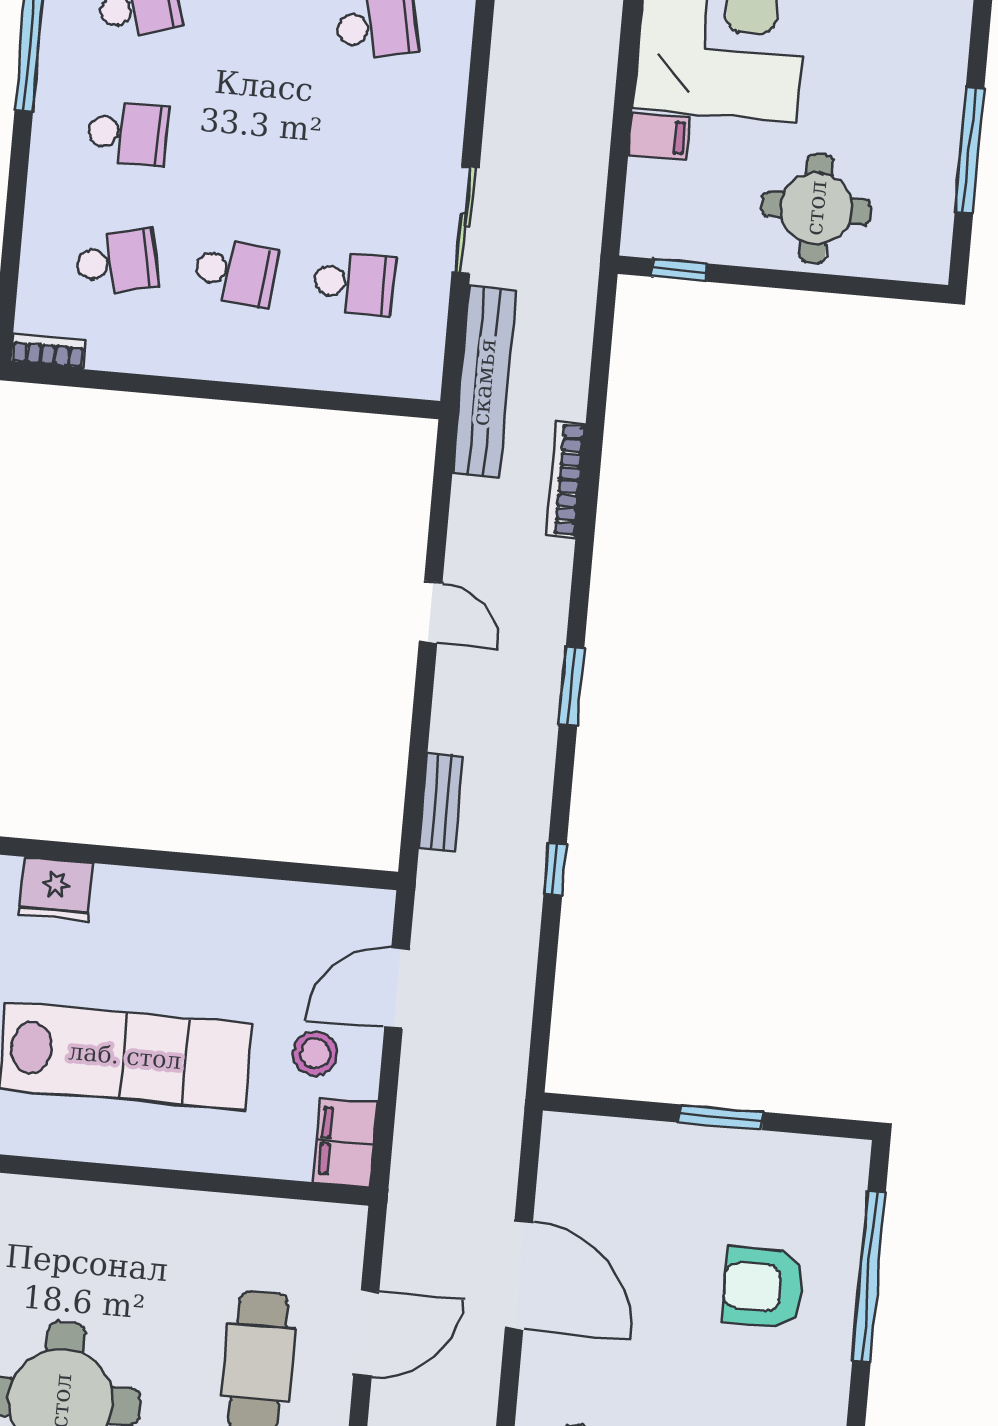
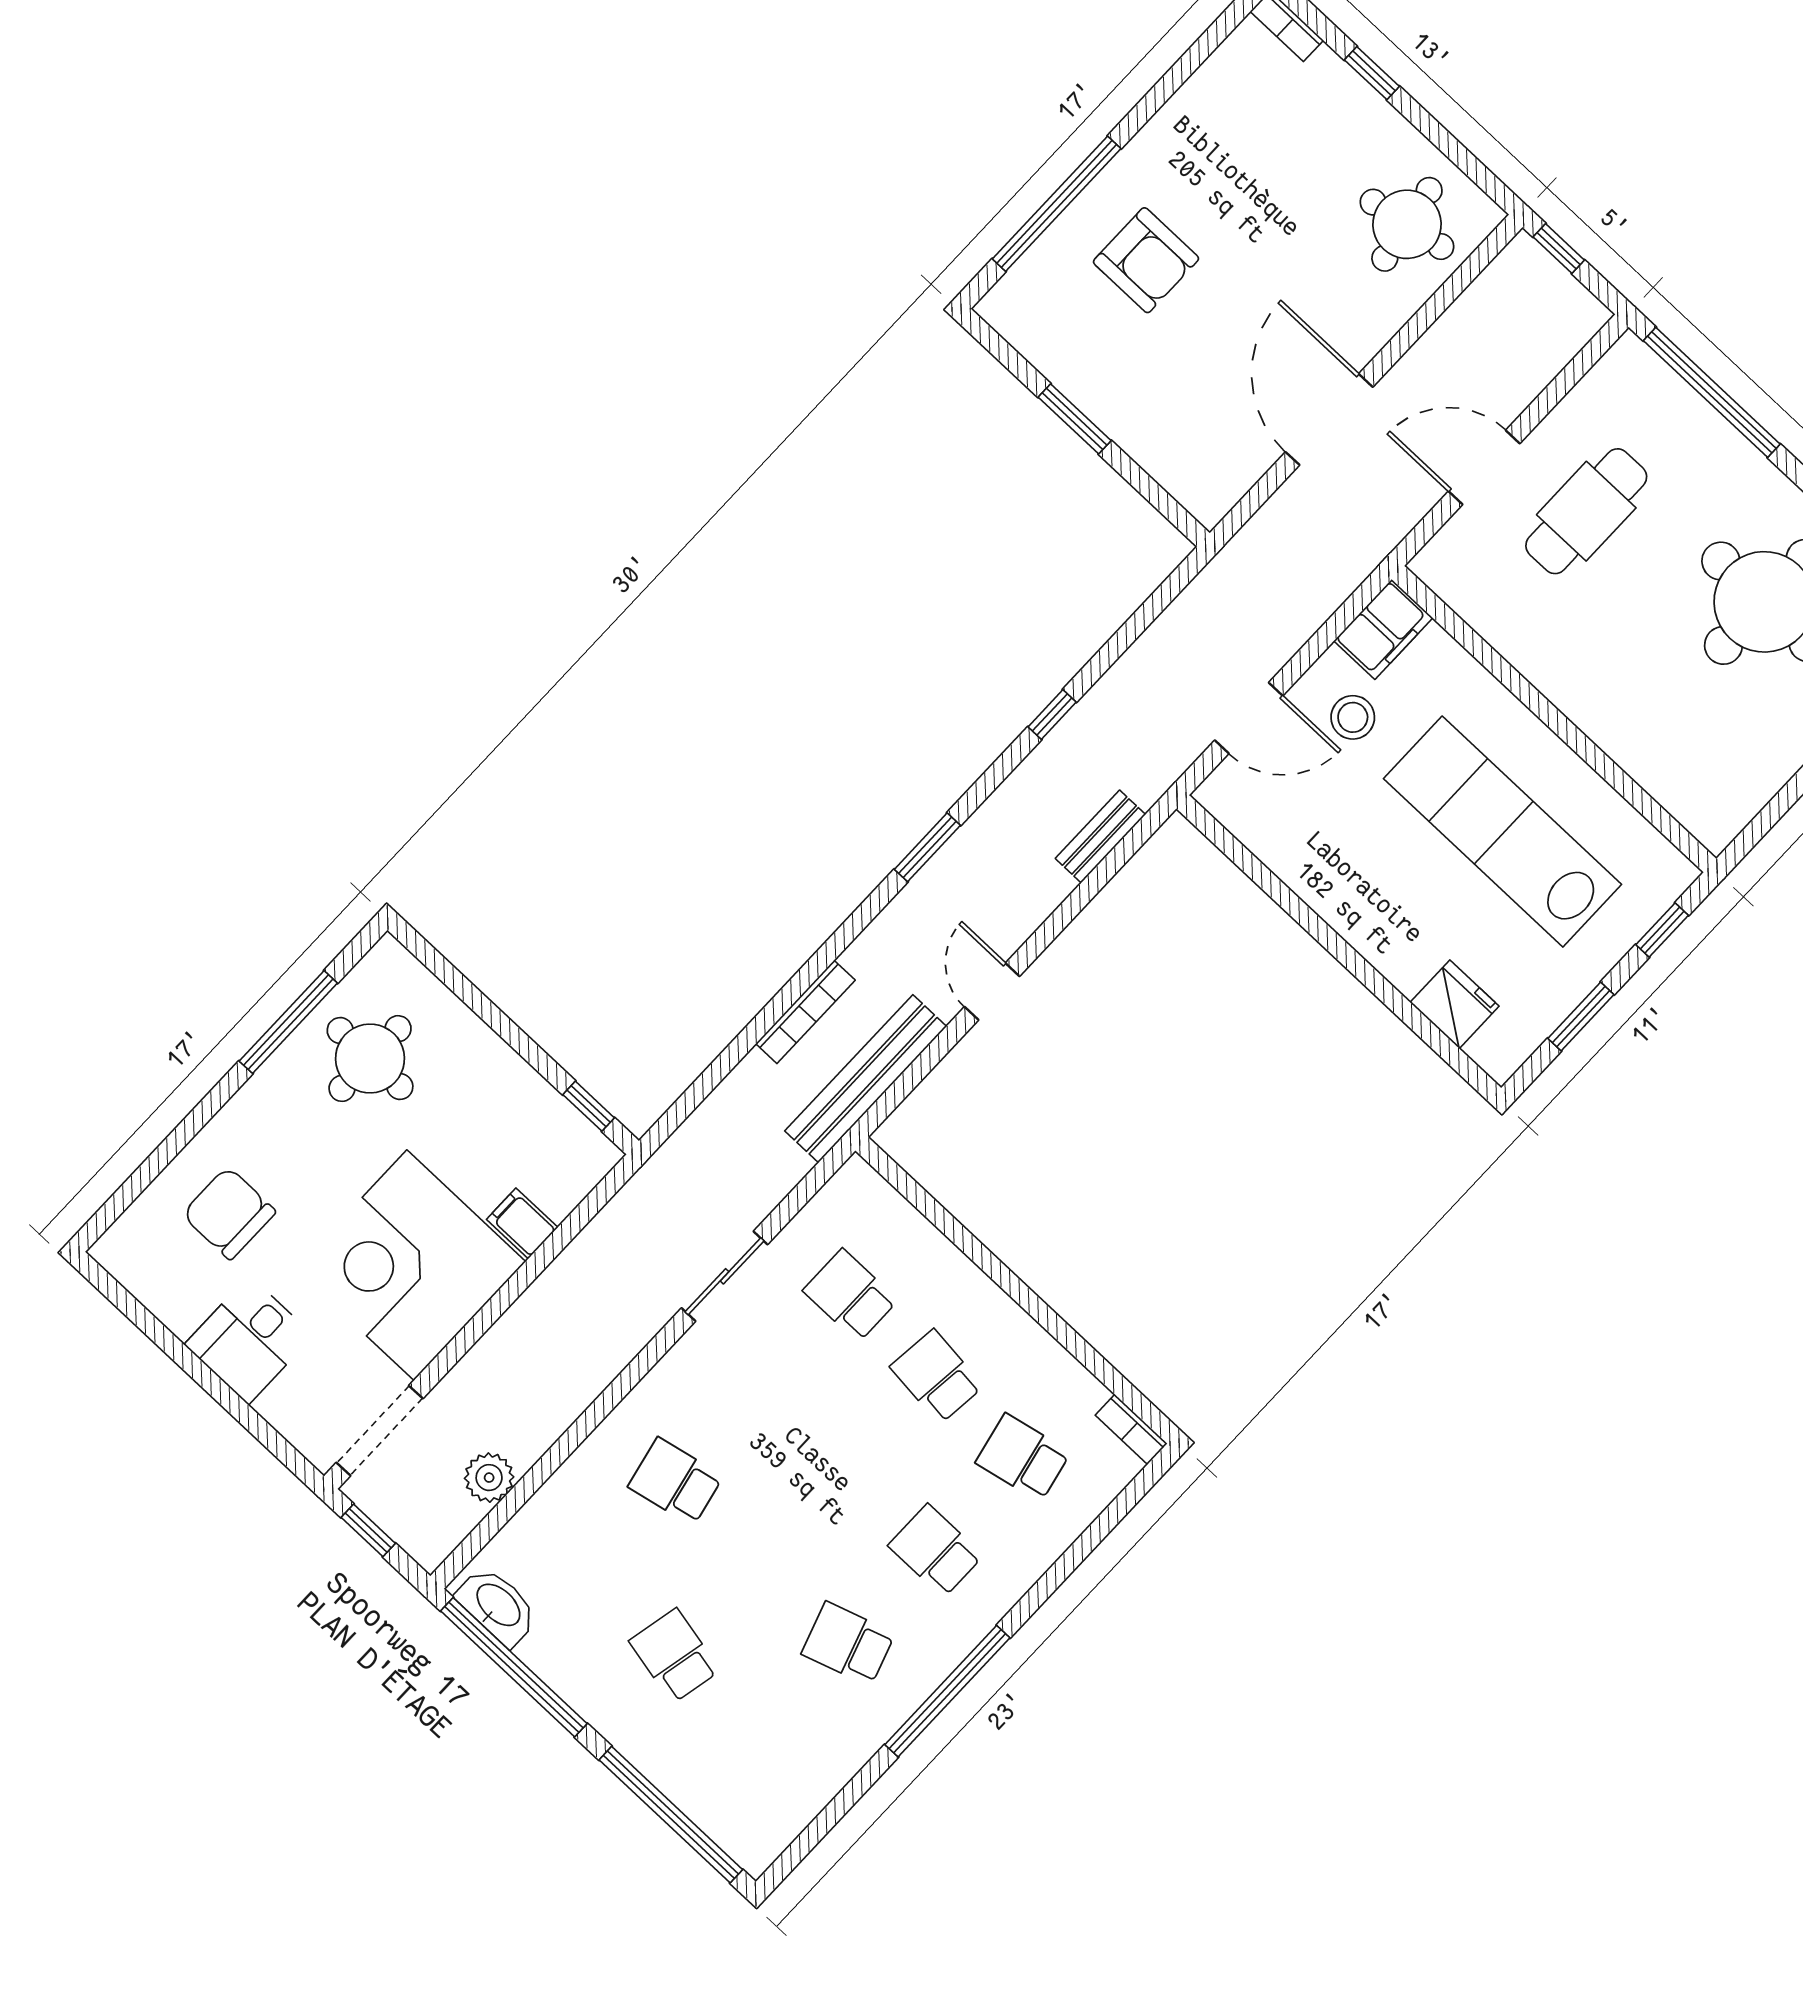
round table: (816, 208) -> (370, 1059), moved
bench: (484, 382) -> (866, 1079), moved

